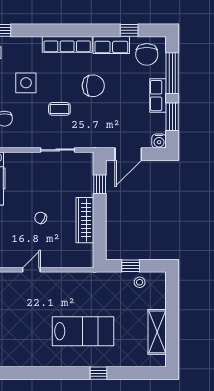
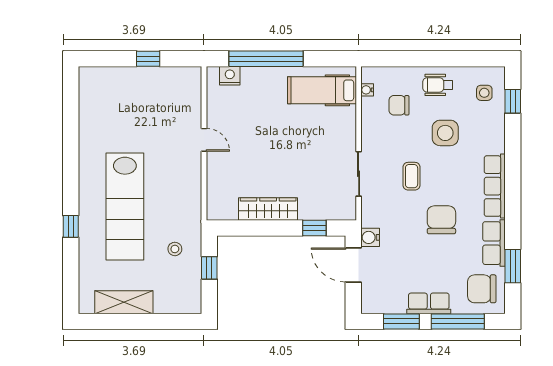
window: (129, 30) -> (513, 266), width x1.50
chair: (93, 86) -> (441, 220), turned 180
water cooler: (159, 141) -> (370, 237), moved
chair: (41, 218) -> (271, 152), removed
stool: (140, 282) -> (175, 249), moved
lab bench: (83, 331) -> (125, 207), width x1.36

